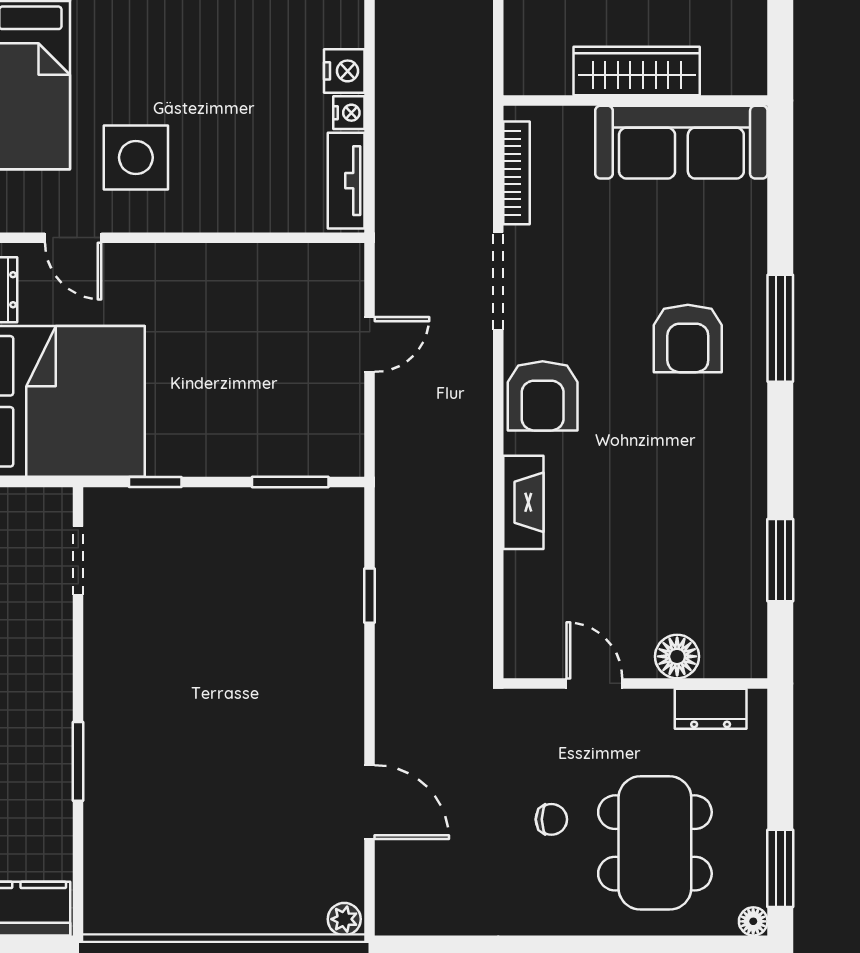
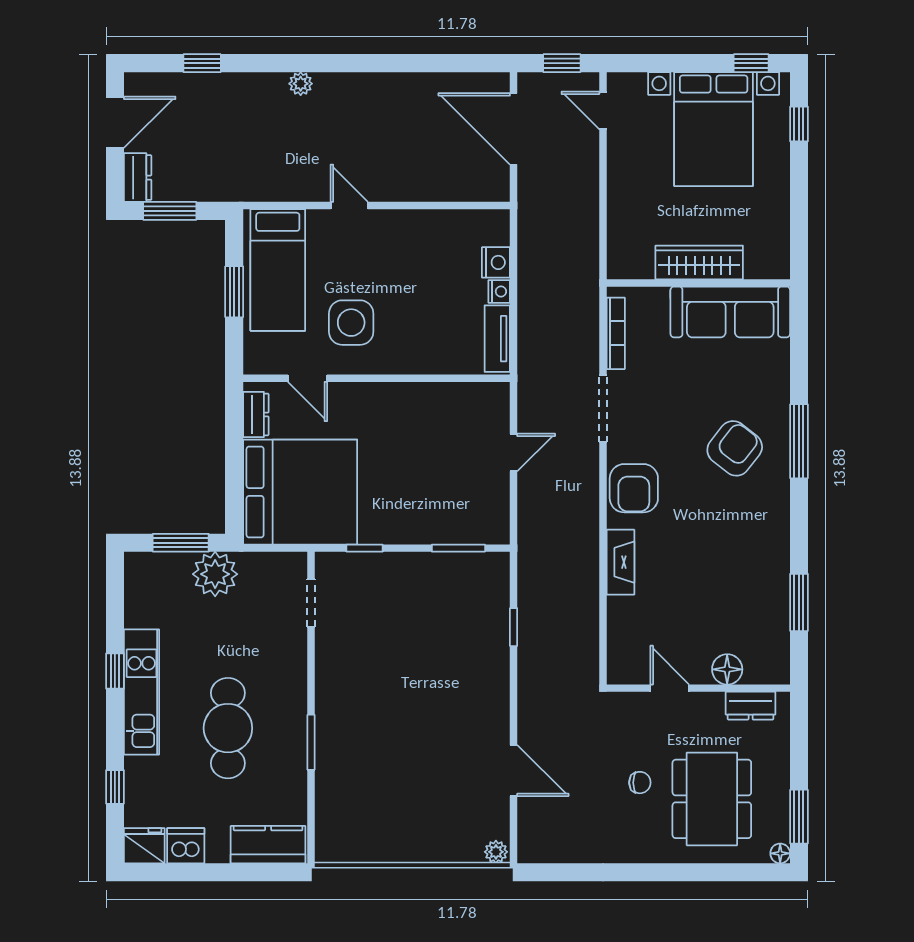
armchair: (688, 338) -> (735, 448), turned -142

